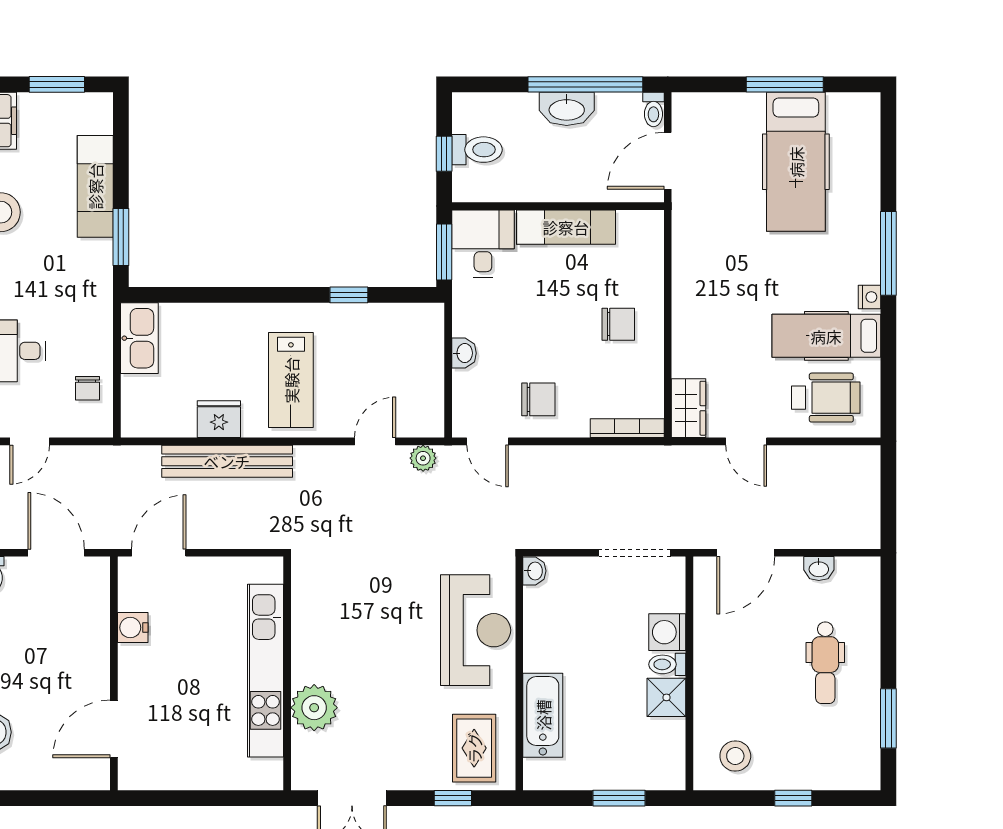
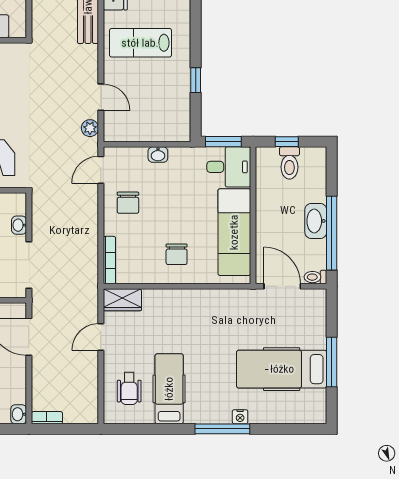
exam couch: (566, 227) -> (234, 232), width x1.36, depth x1.45
nightstand: (870, 297) -> (240, 417), moved
wheelchair: (826, 398) -> (129, 388), width x0.73, depth x0.73
bookcase: (871, 525) -> (47, 418), added
washbasin: (819, 569) -> (19, 414), moved
washbasin: (534, 571) -> (19, 225), moved, turned 90

